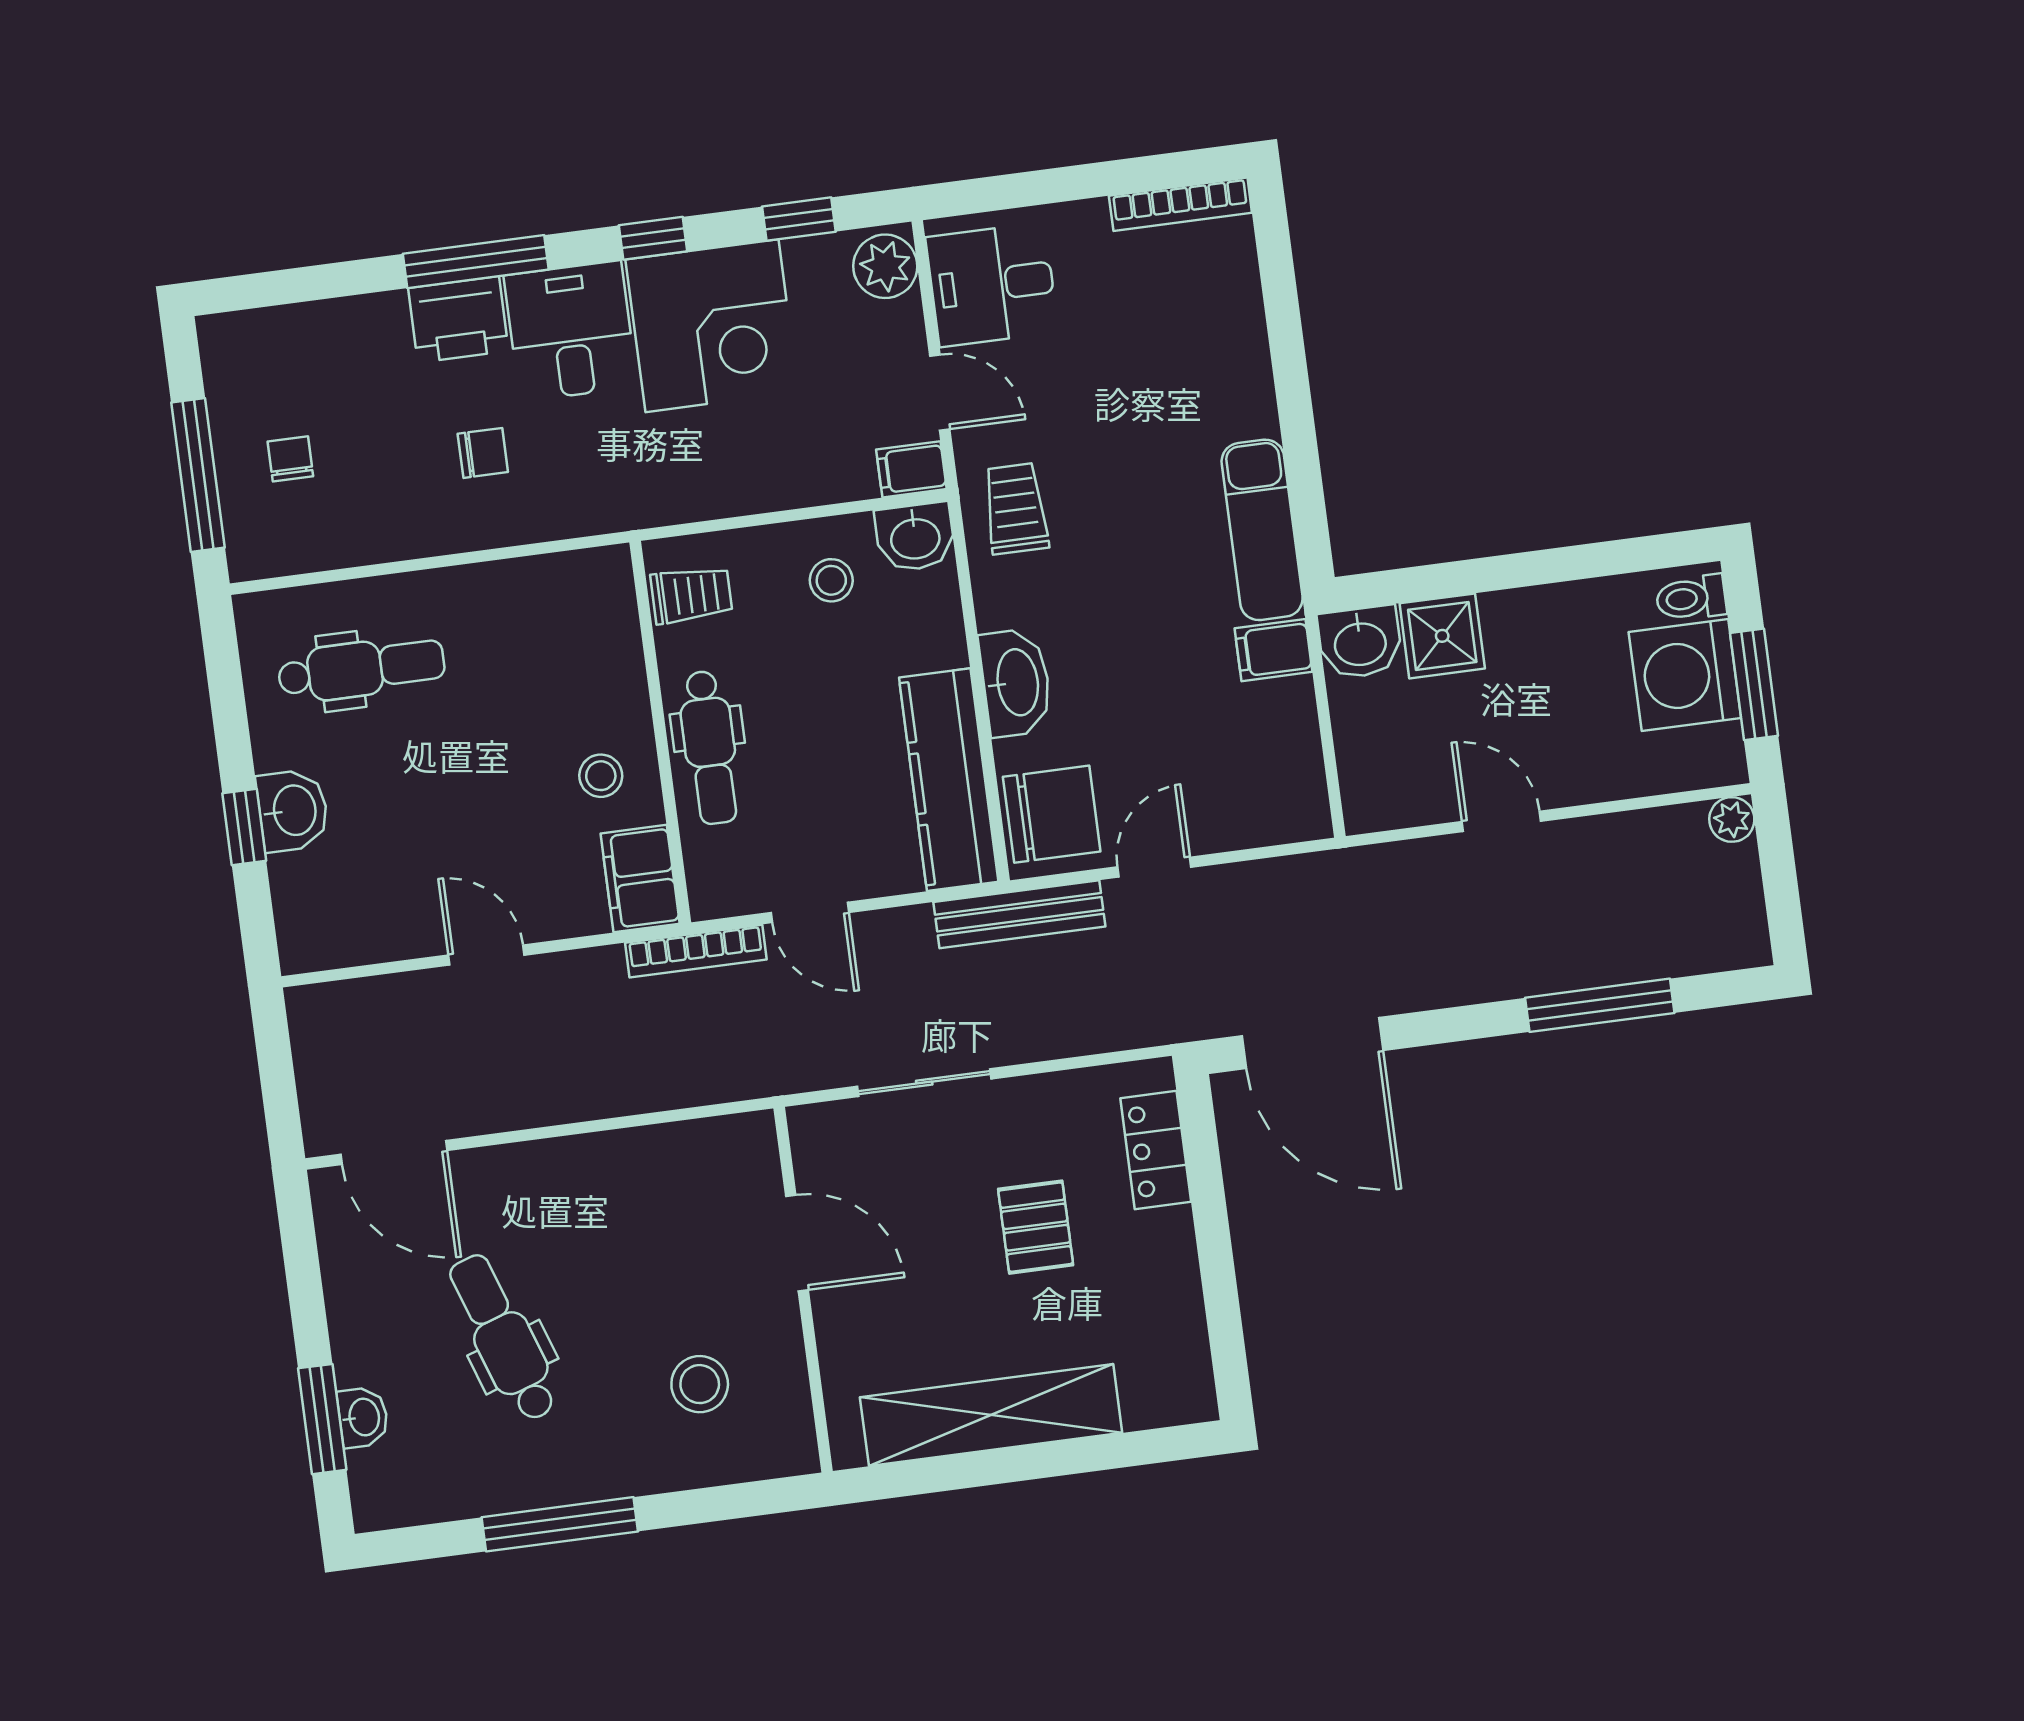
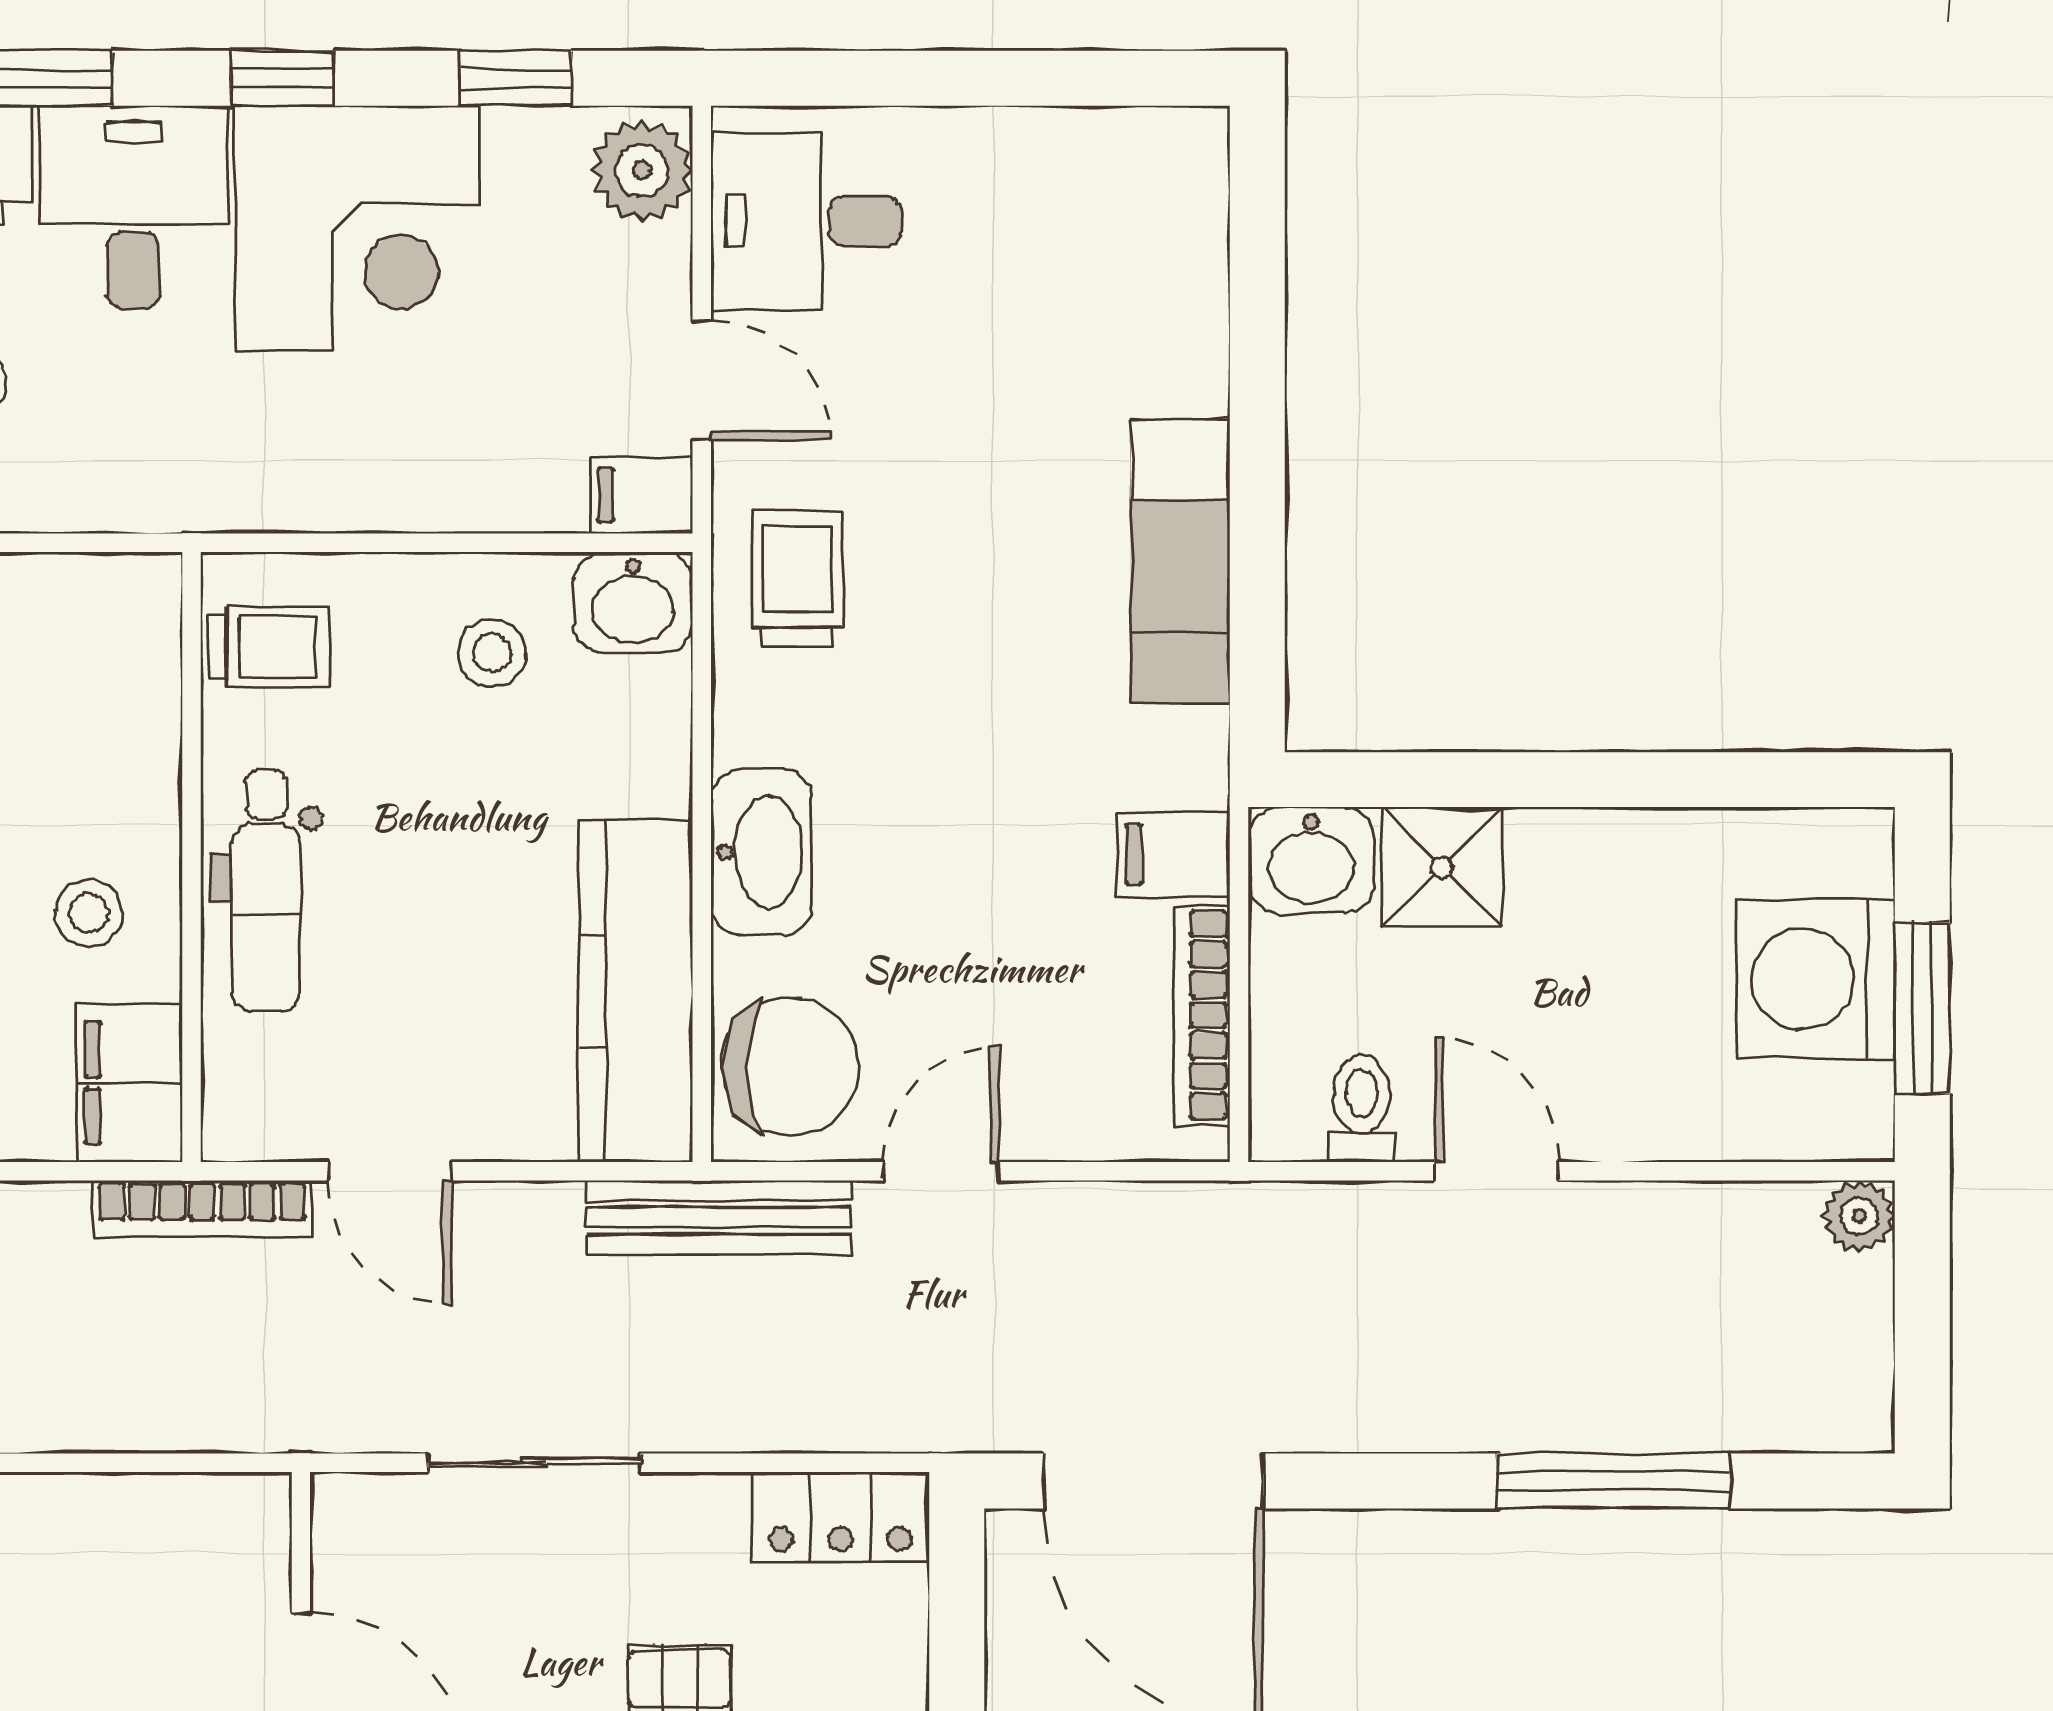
bookcase: (1180, 204) -> (1202, 1015), moved, turned 90
exam couch: (1262, 530) -> (1180, 562), moved
toilet: (1691, 598) -> (1362, 1108), moved, turned 90
locker: (1156, 1150) -> (840, 1517), moved, turned -90

